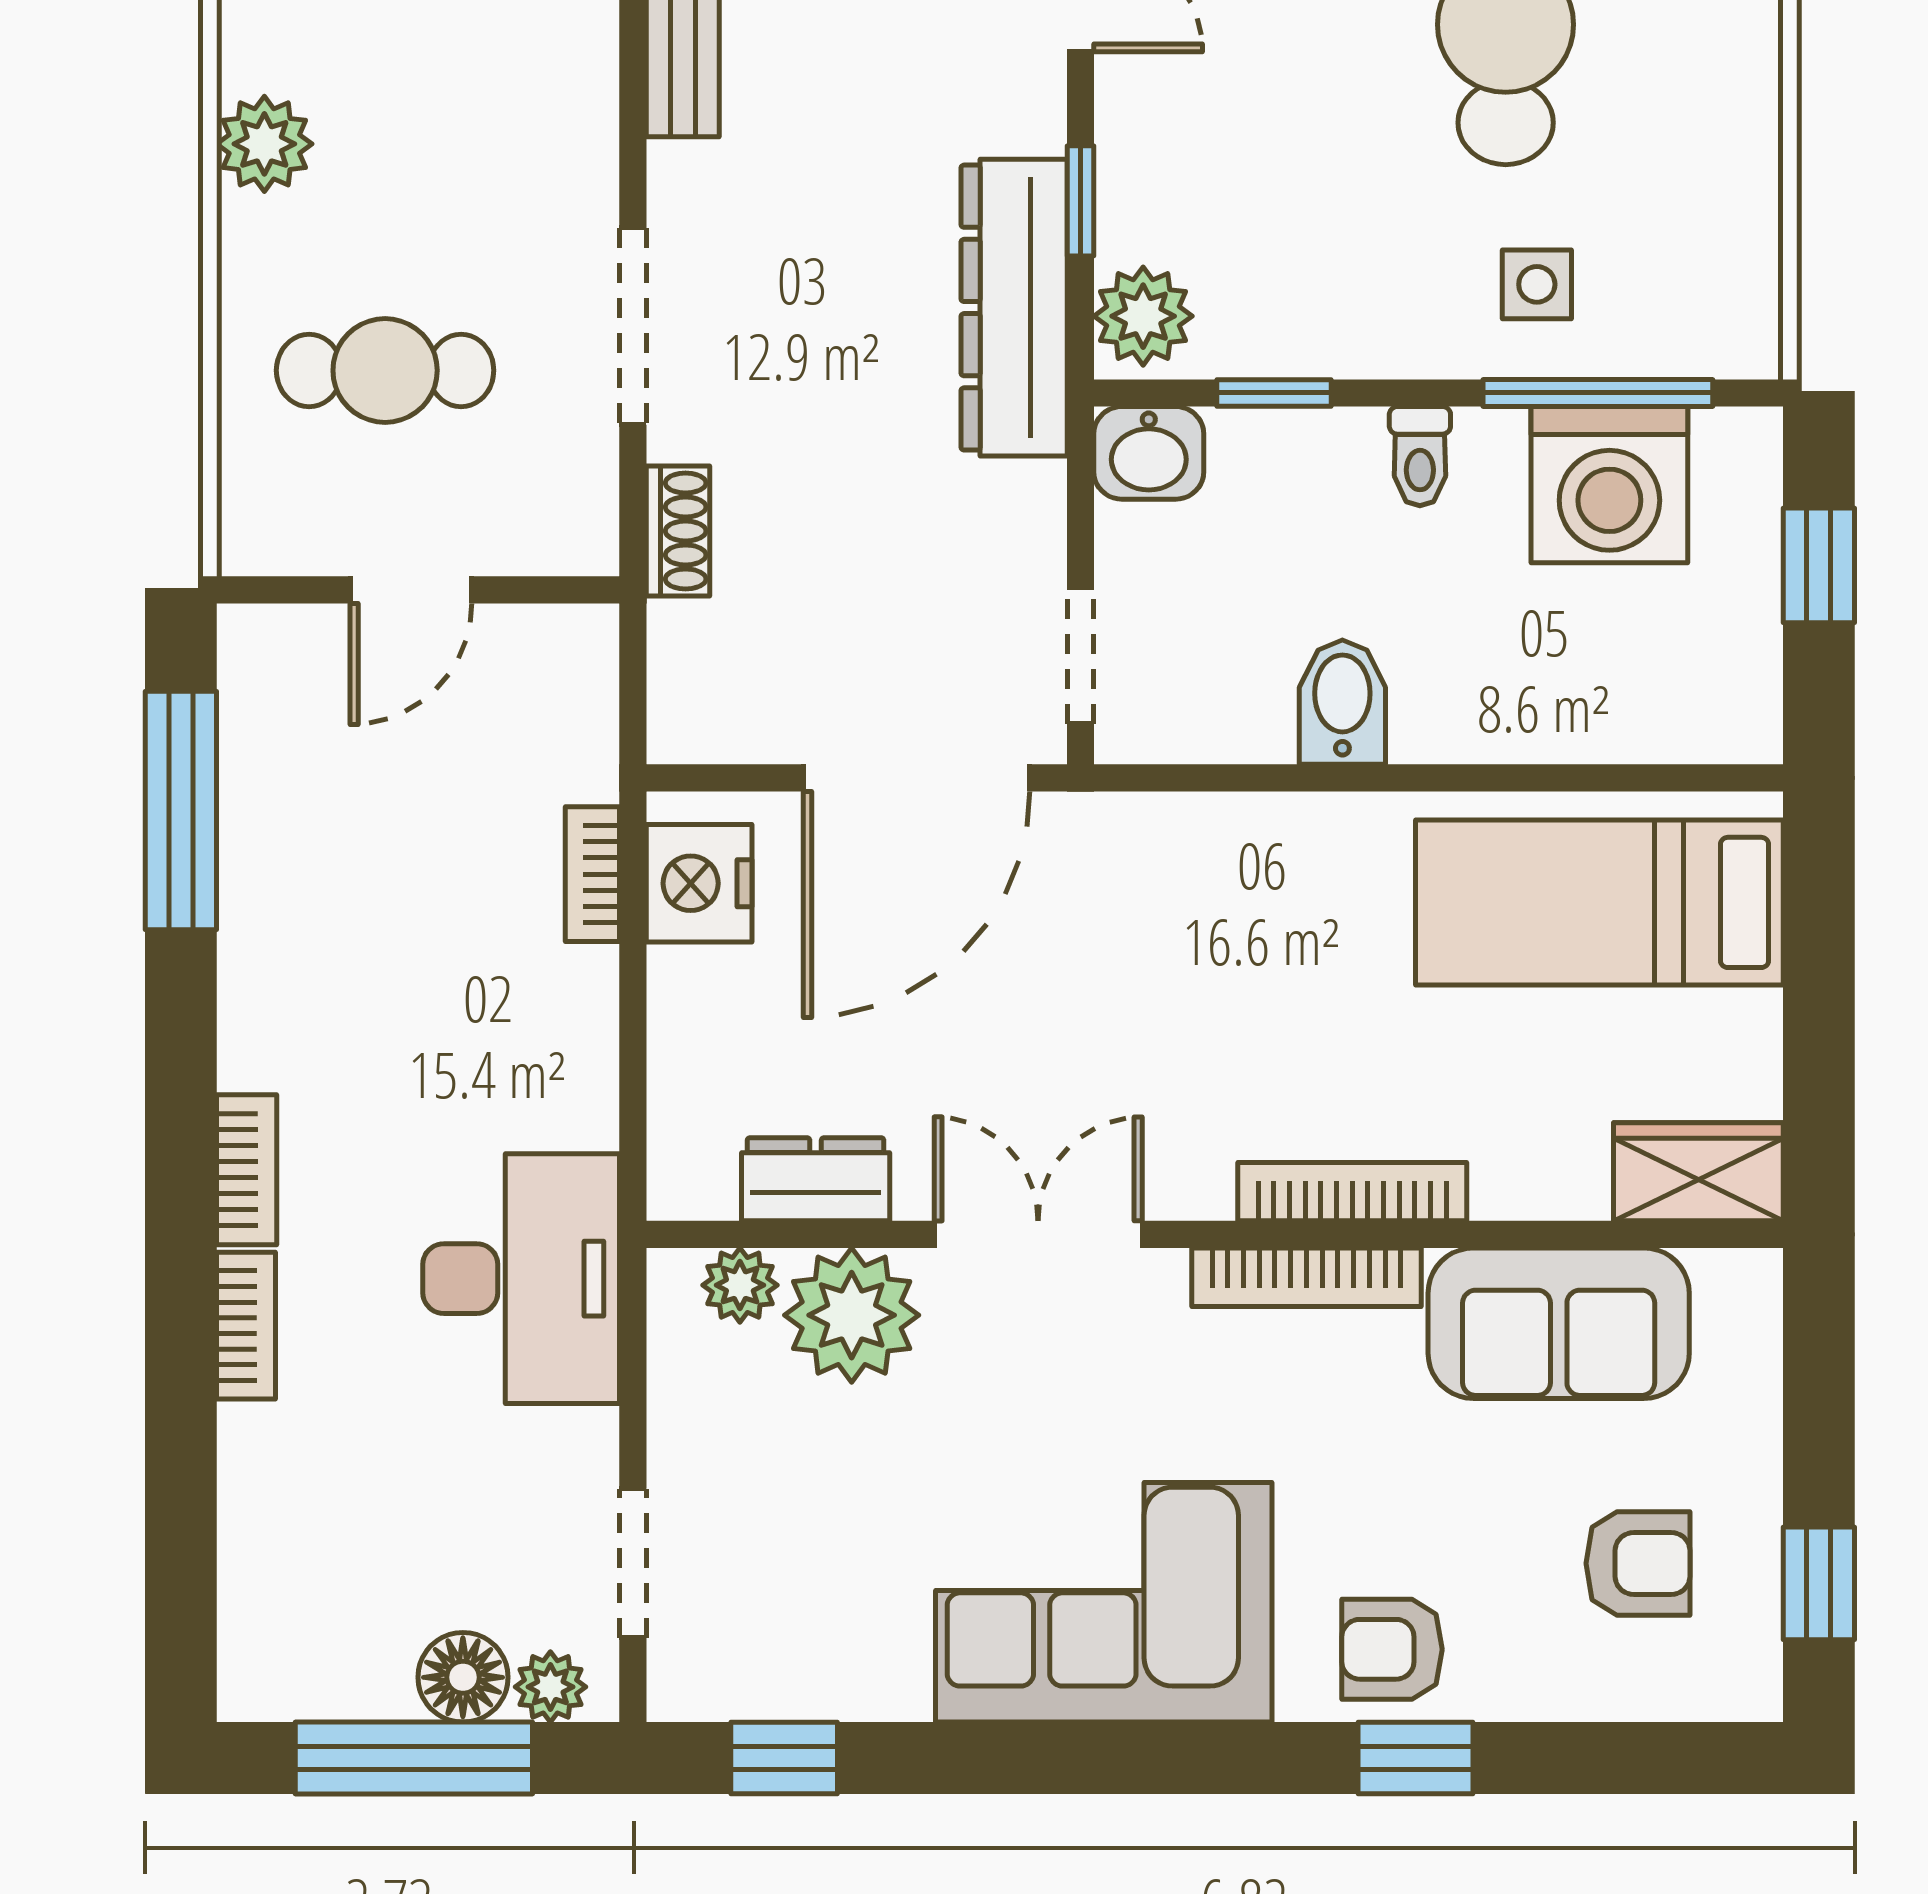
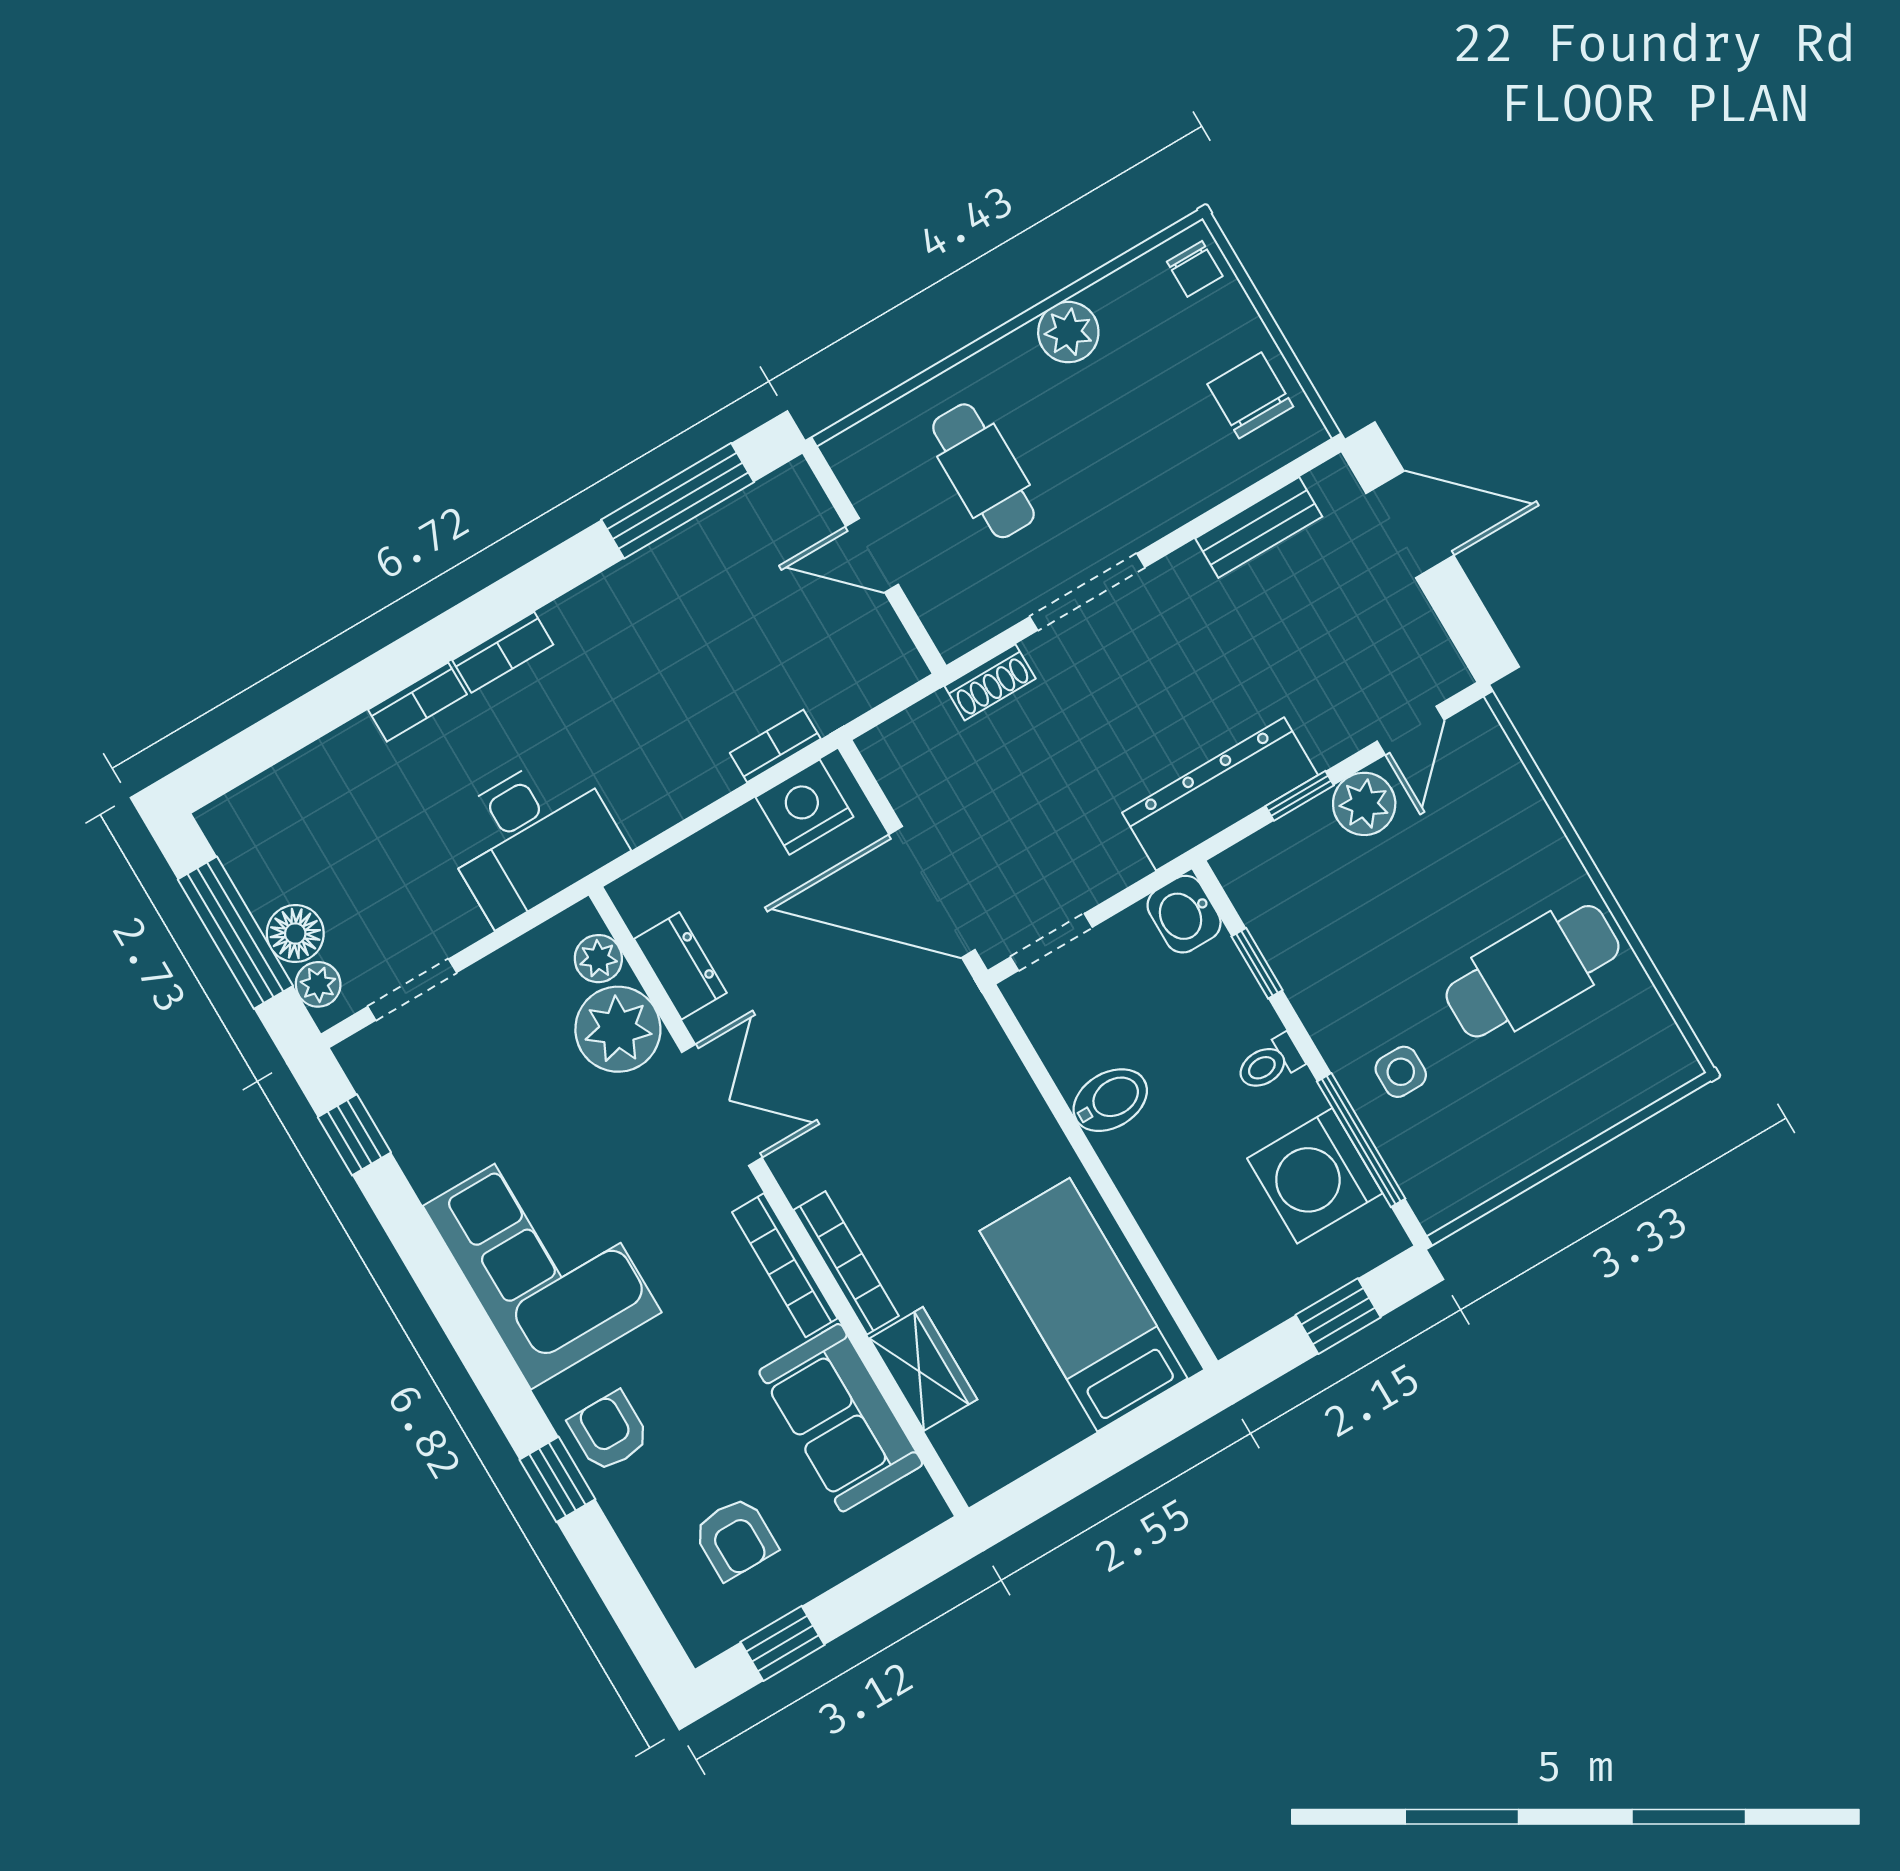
plant: (1143, 316) -> (1364, 804), moved
wardrobe: (1698, 1172) -> (923, 1369), moved

